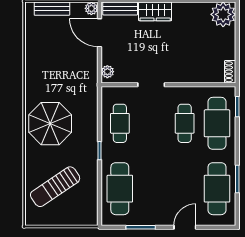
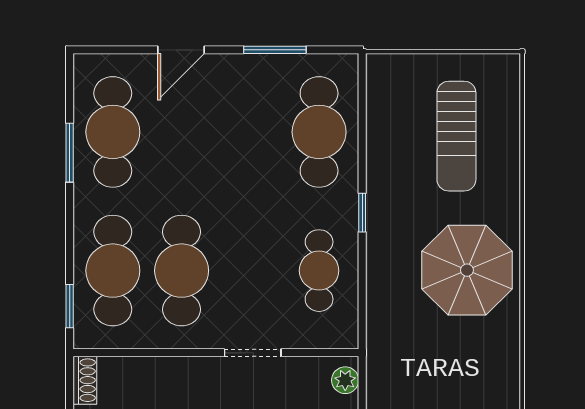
cafe table: (185, 123) -> (182, 271), width x1.37, depth x1.35
sun lounger: (55, 187) -> (456, 136), turned 124

